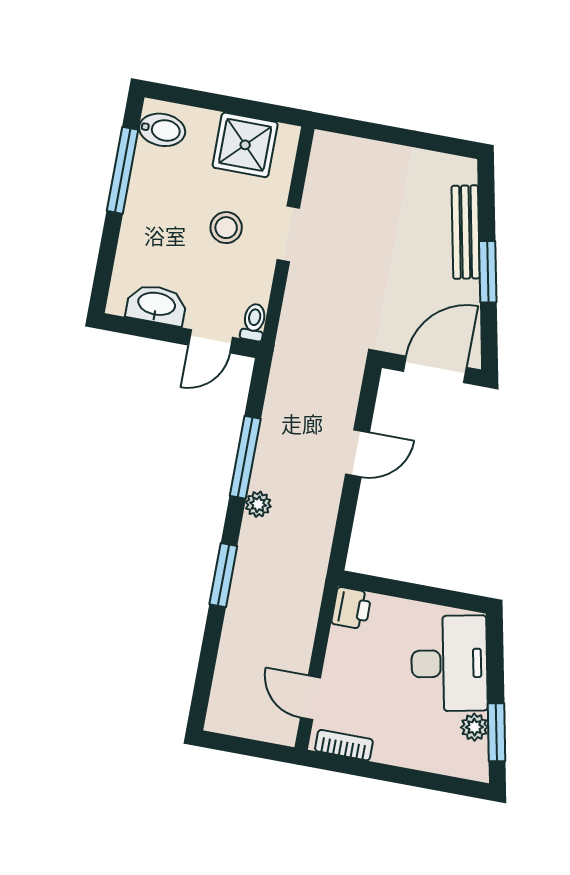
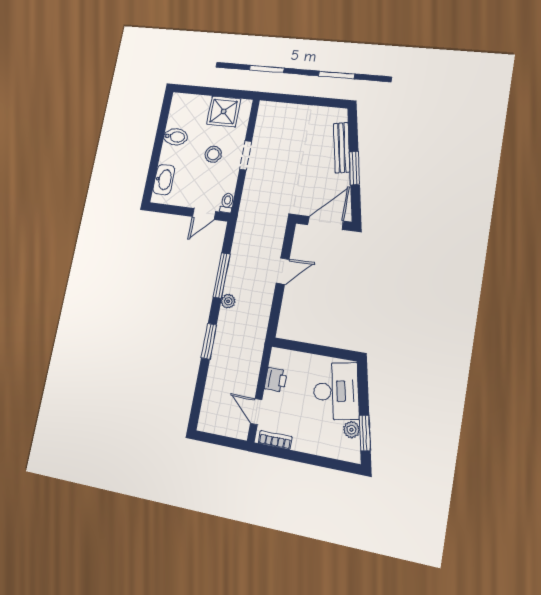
bidet: (162, 130) -> (176, 137), moved
window: (123, 170) -> (161, 129), removed
washbasin: (156, 305) -> (164, 180), moved, turned 90
printer: (351, 608) -> (276, 380), moved

